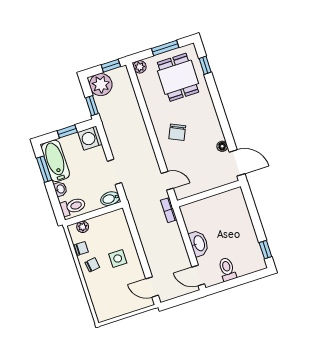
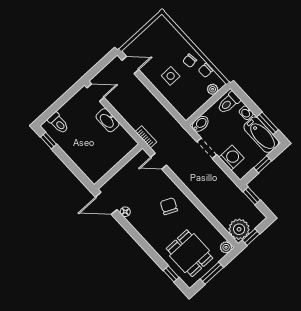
plant: (101, 85) -> (239, 229), moved
washing machine: (90, 138) -> (232, 158), moved
toilet: (227, 269) -> (58, 123), moved

